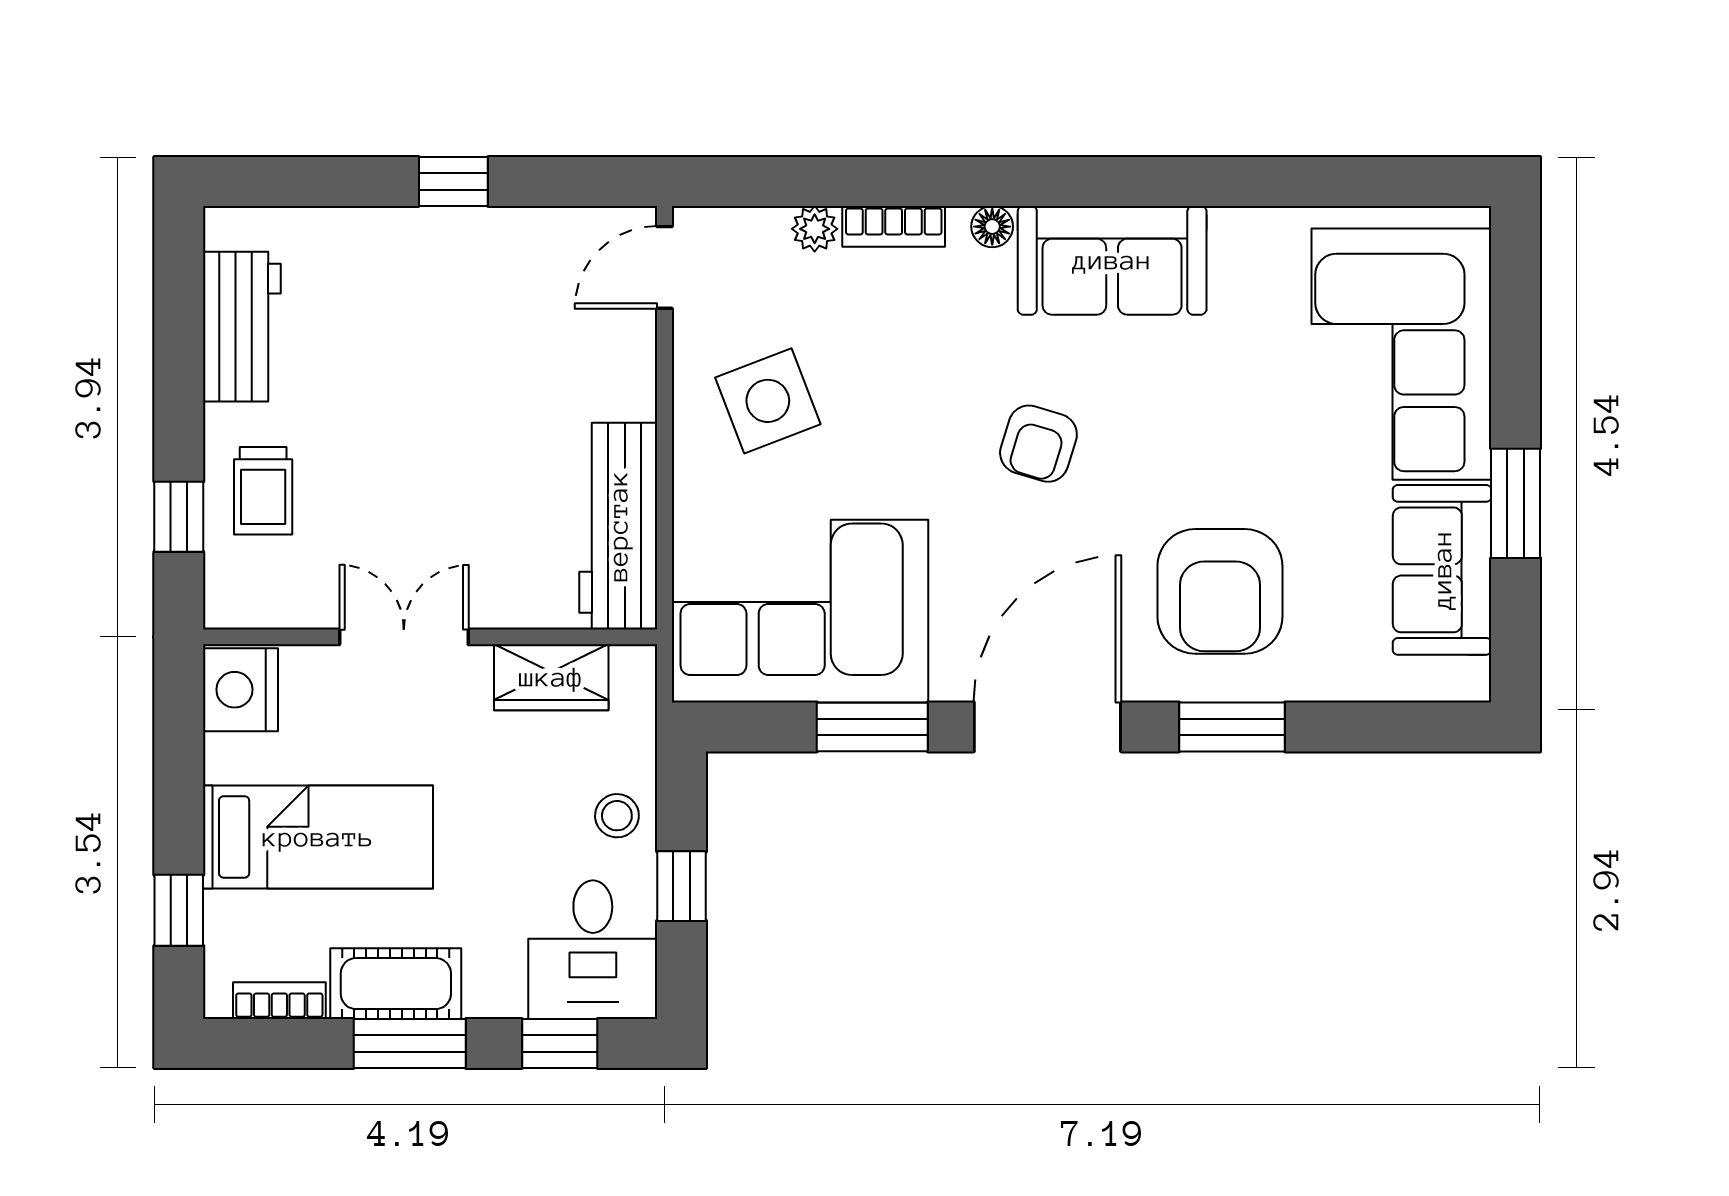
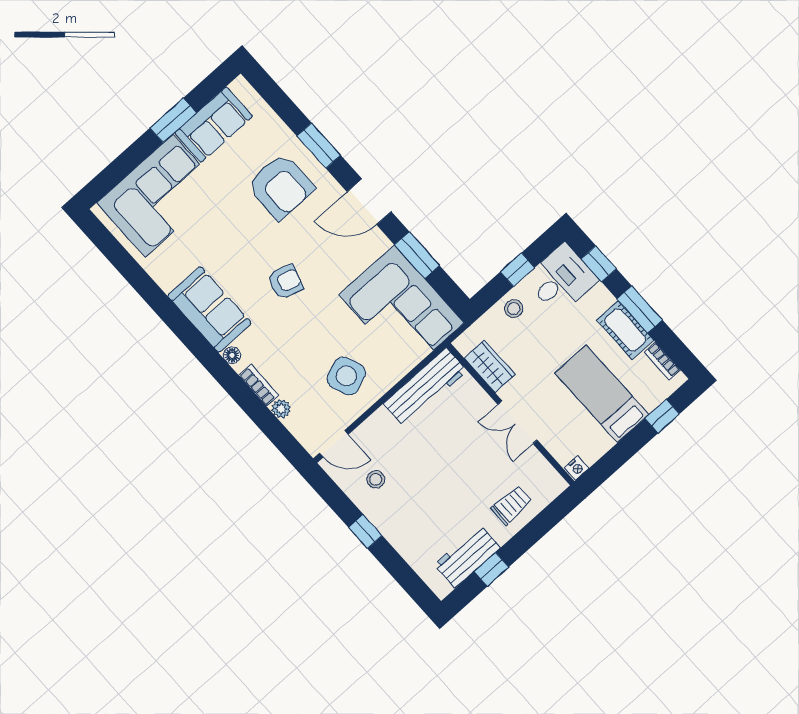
stool: (531, 286) -> (376, 479), added
window: (179, 517) -> (491, 569), moved
armchair: (1220, 591) -> (281, 186), turned 90
nightstand: (240, 690) -> (577, 468), width x0.53, depth x0.56
door: (1047, 727) -> (369, 202), width x0.73

